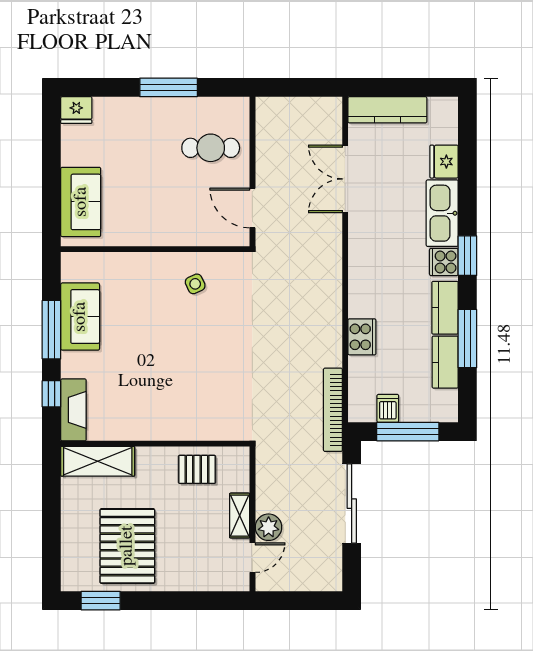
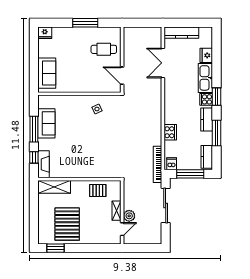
kitchen counter: (445, 362) -> (207, 157), moved
dishwasher: (388, 408) -> (172, 164), moved

